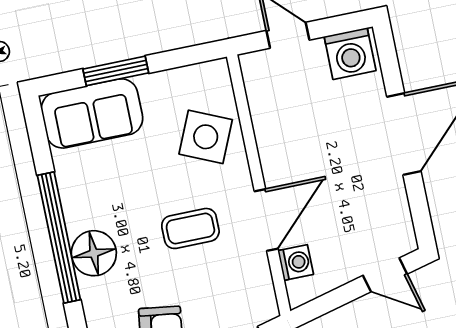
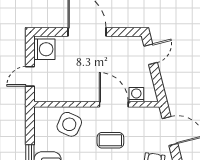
coffee table: (190, 228) -> (110, 140), turned 90

